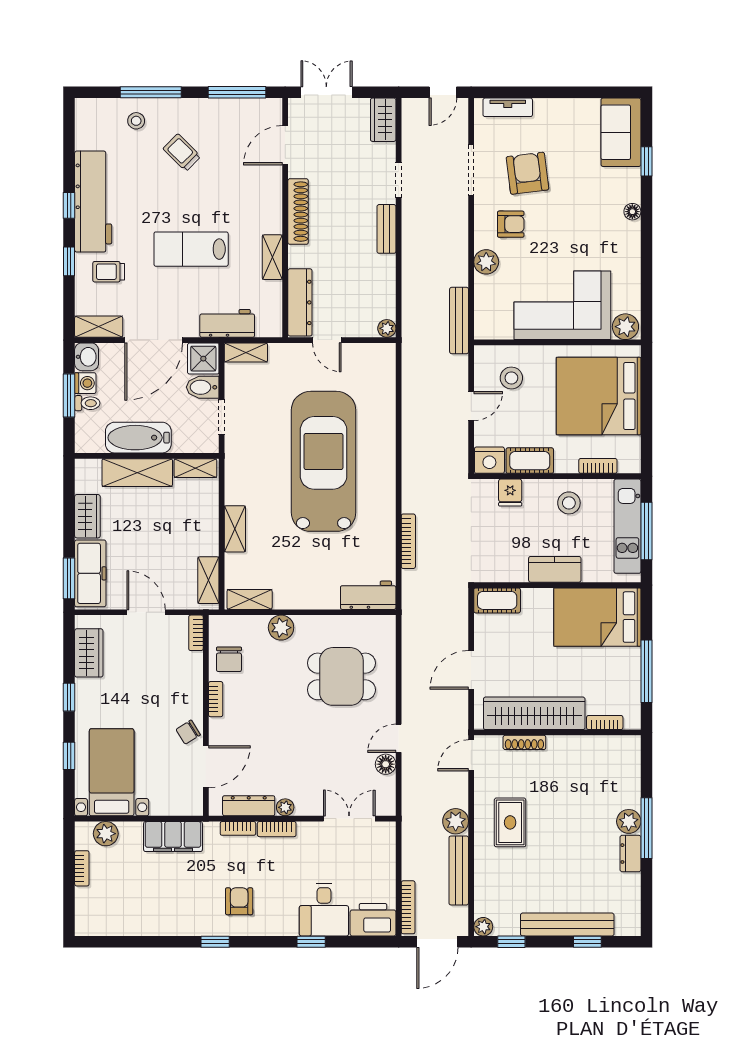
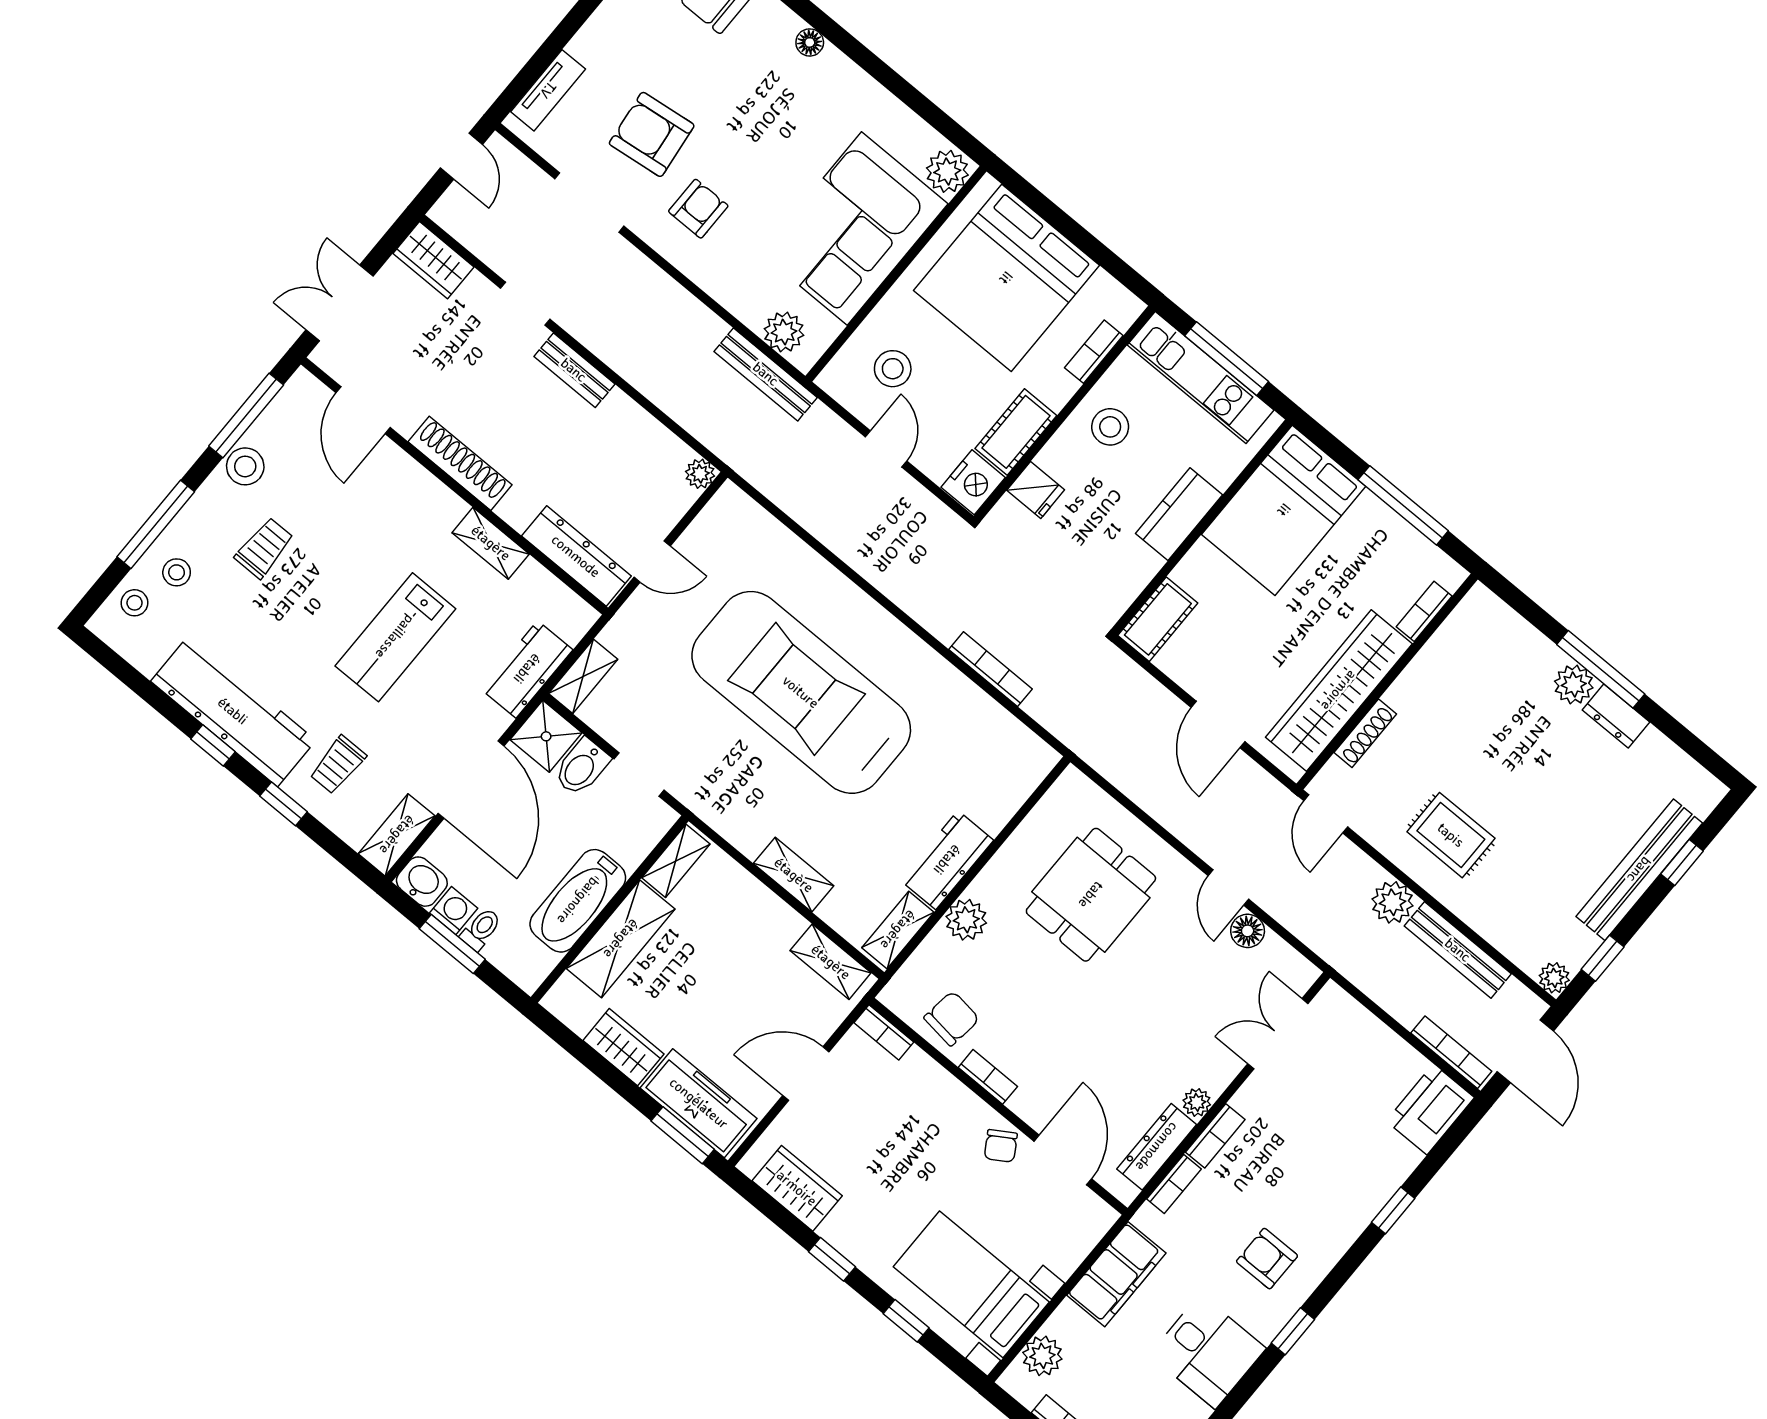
stool: (213, 112) -> (245, 466), added
stool: (105, 113) -> (134, 603), added
trolley: (182, 152) -> (264, 548), turned 135
plant: (486, 262) -> (784, 332), moved
workbench: (368, 595) -> (947, 860), moved
chair: (229, 659) -> (952, 1018), turned -83
desk: (324, 910) -> (1208, 1352), moved

